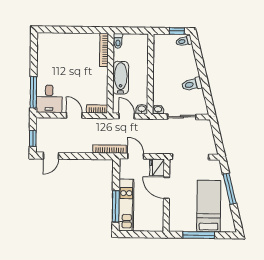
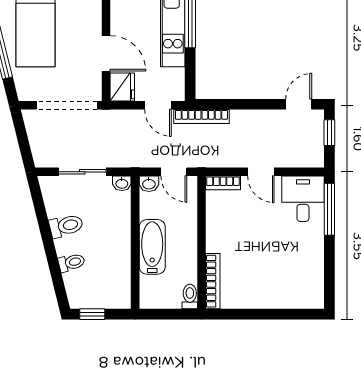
toilet: (184, 41) -> (72, 262), moved
bathtub: (121, 78) -> (152, 247), moved, turned 180

